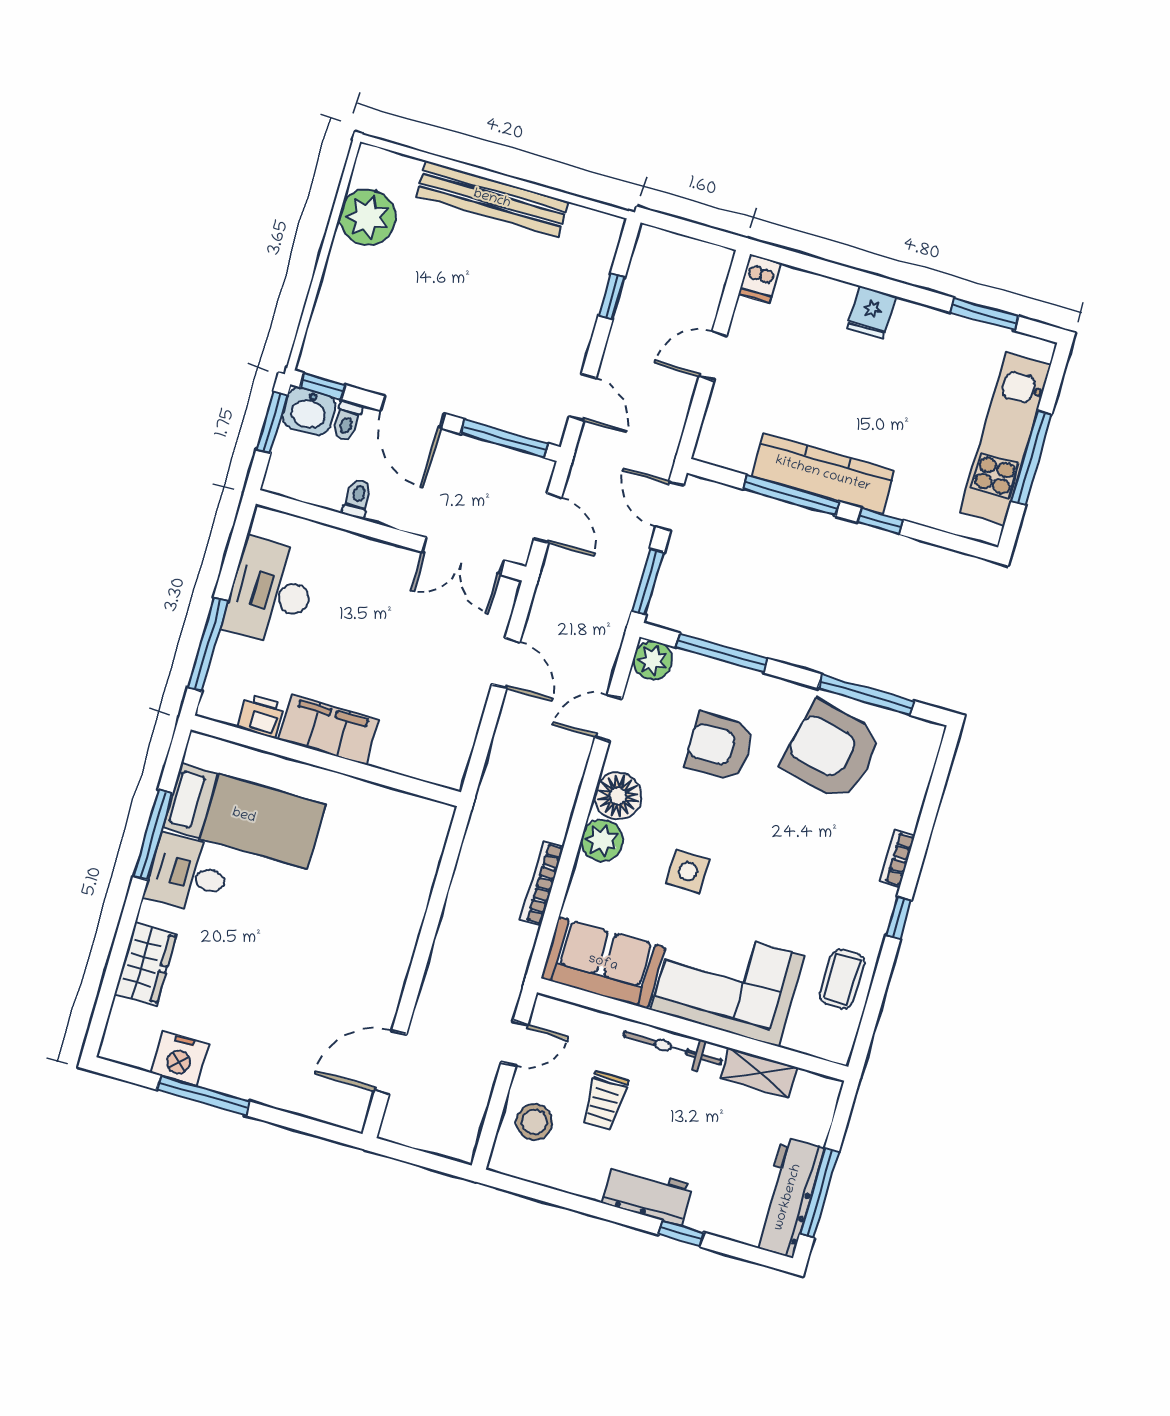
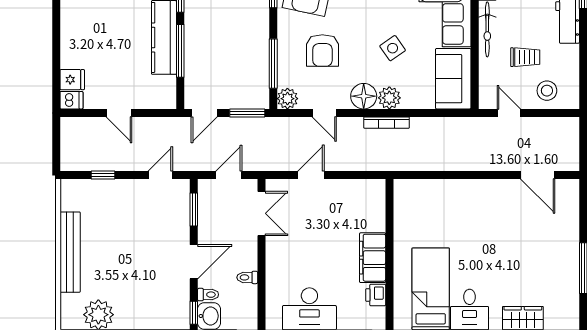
fridge: (871, 312) -> (72, 80), moved
window: (505, 438) -> (194, 210), width x0.69
side table: (688, 871) -> (393, 48), turned -35
bookcase: (542, 883) -> (387, 123), moved
nightstand: (180, 1059) -> (567, 286), removed

